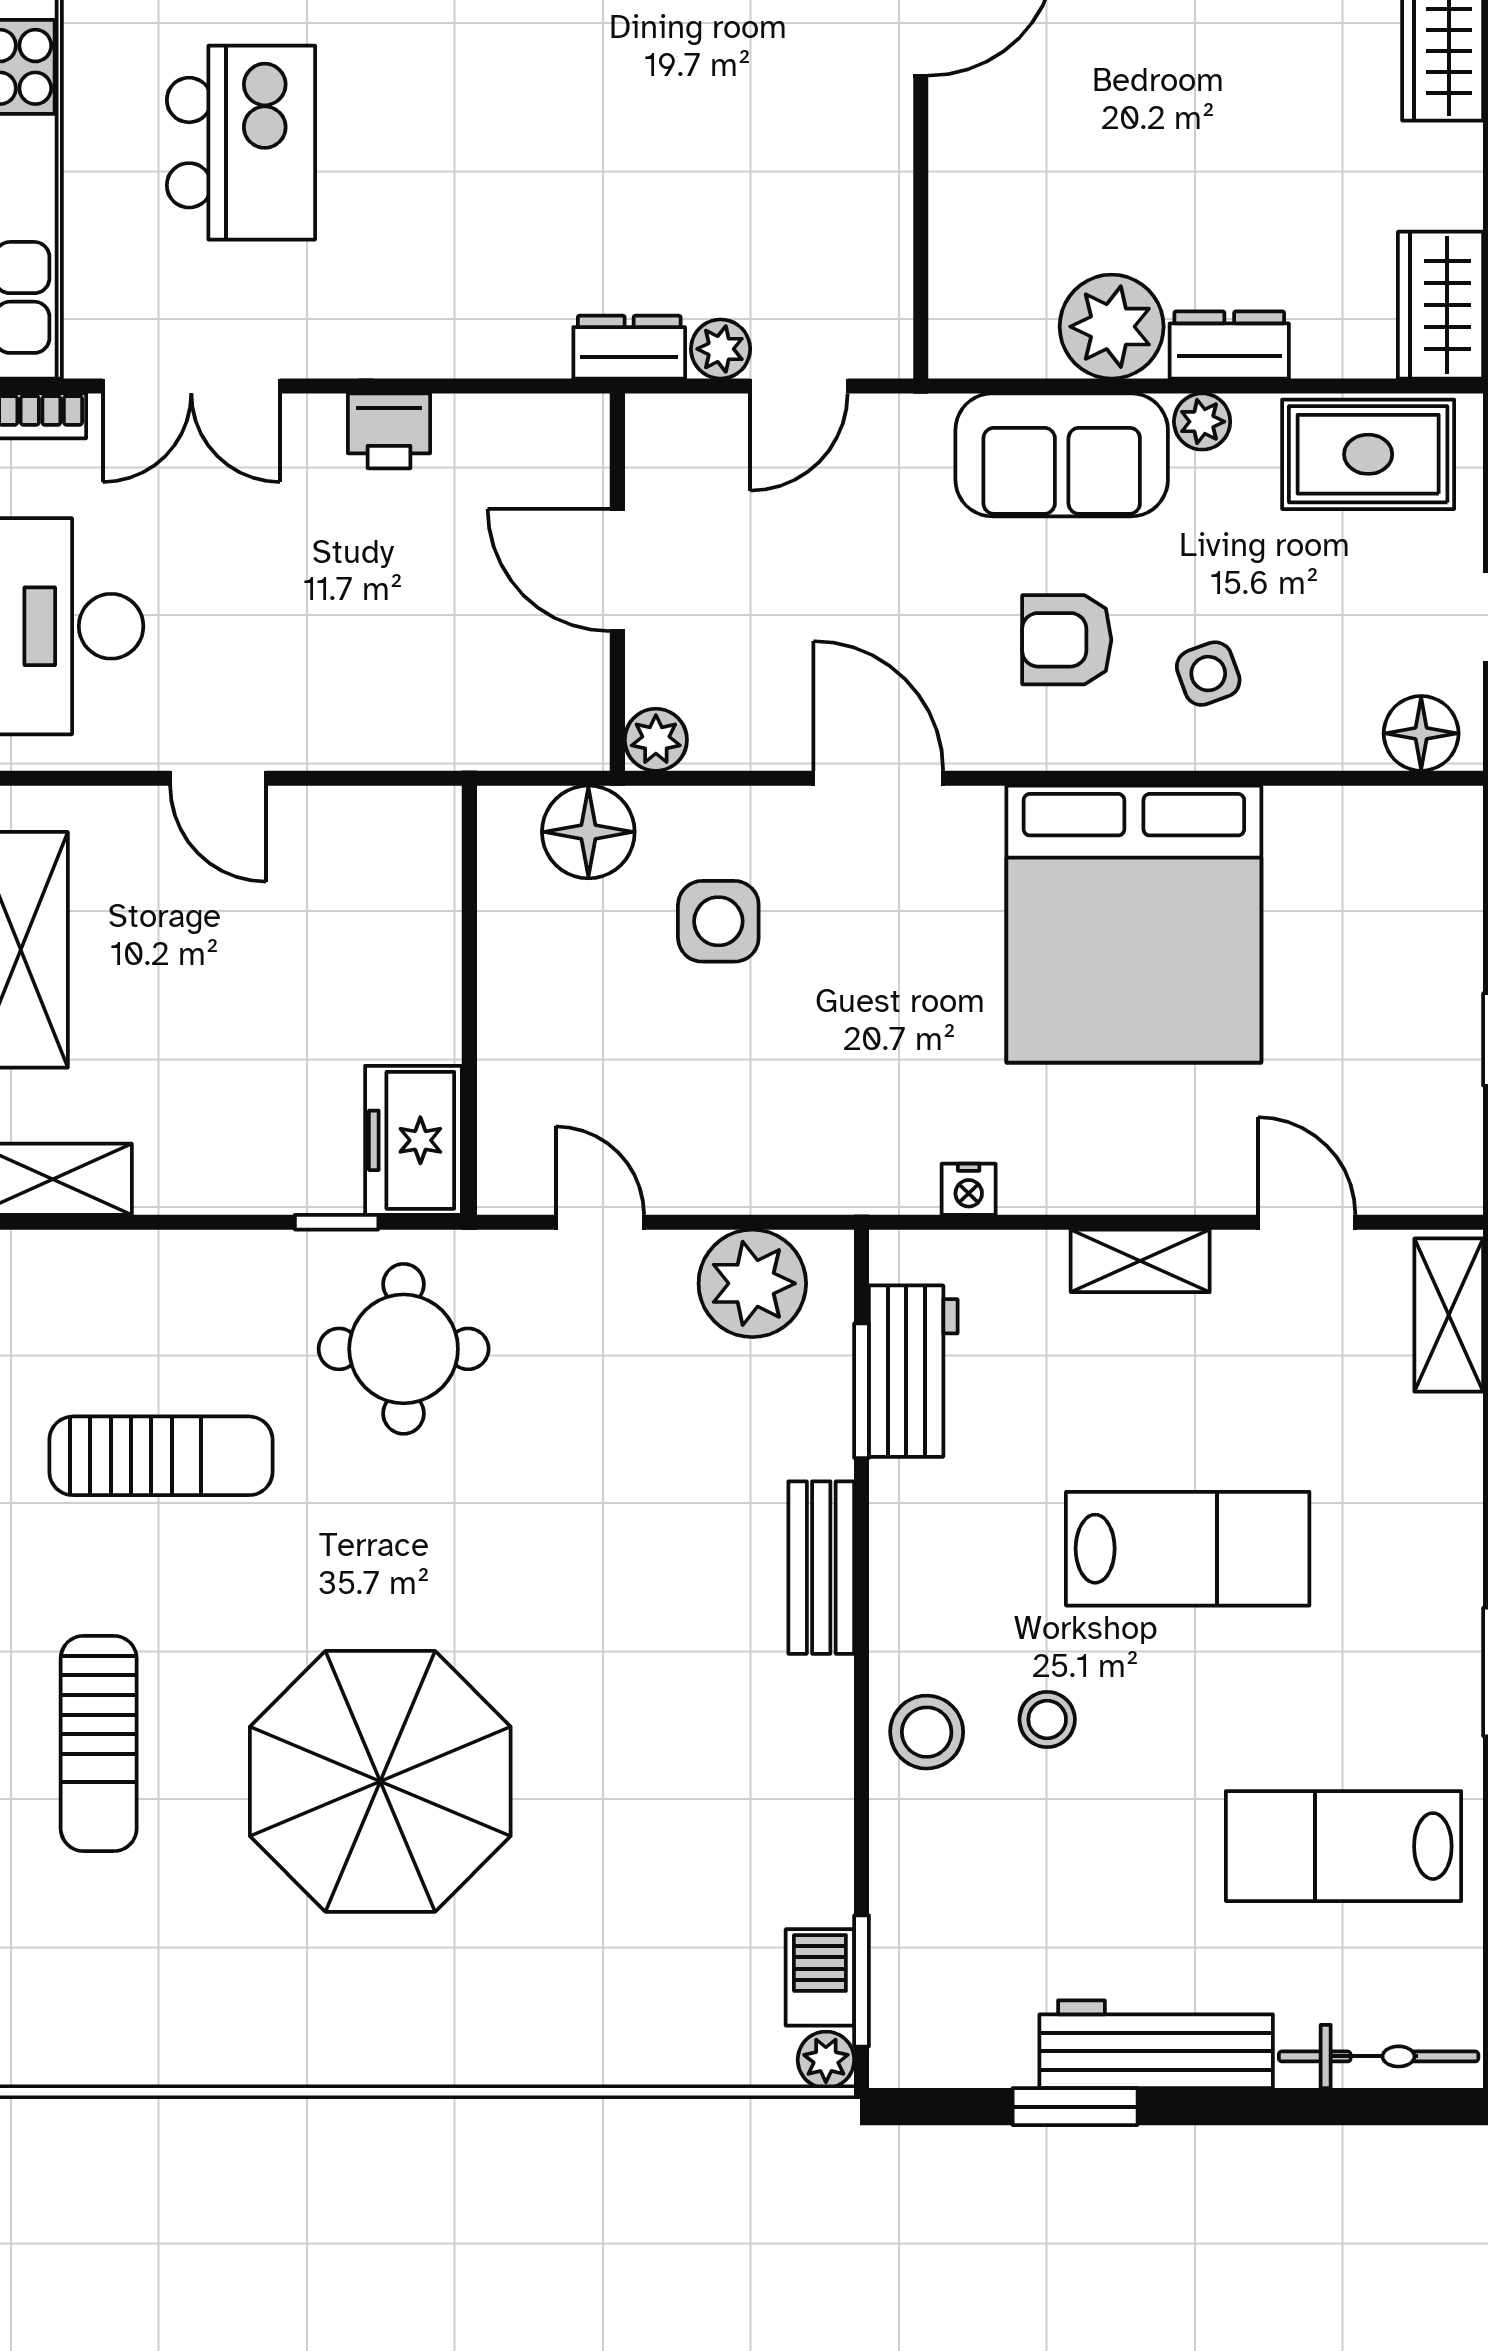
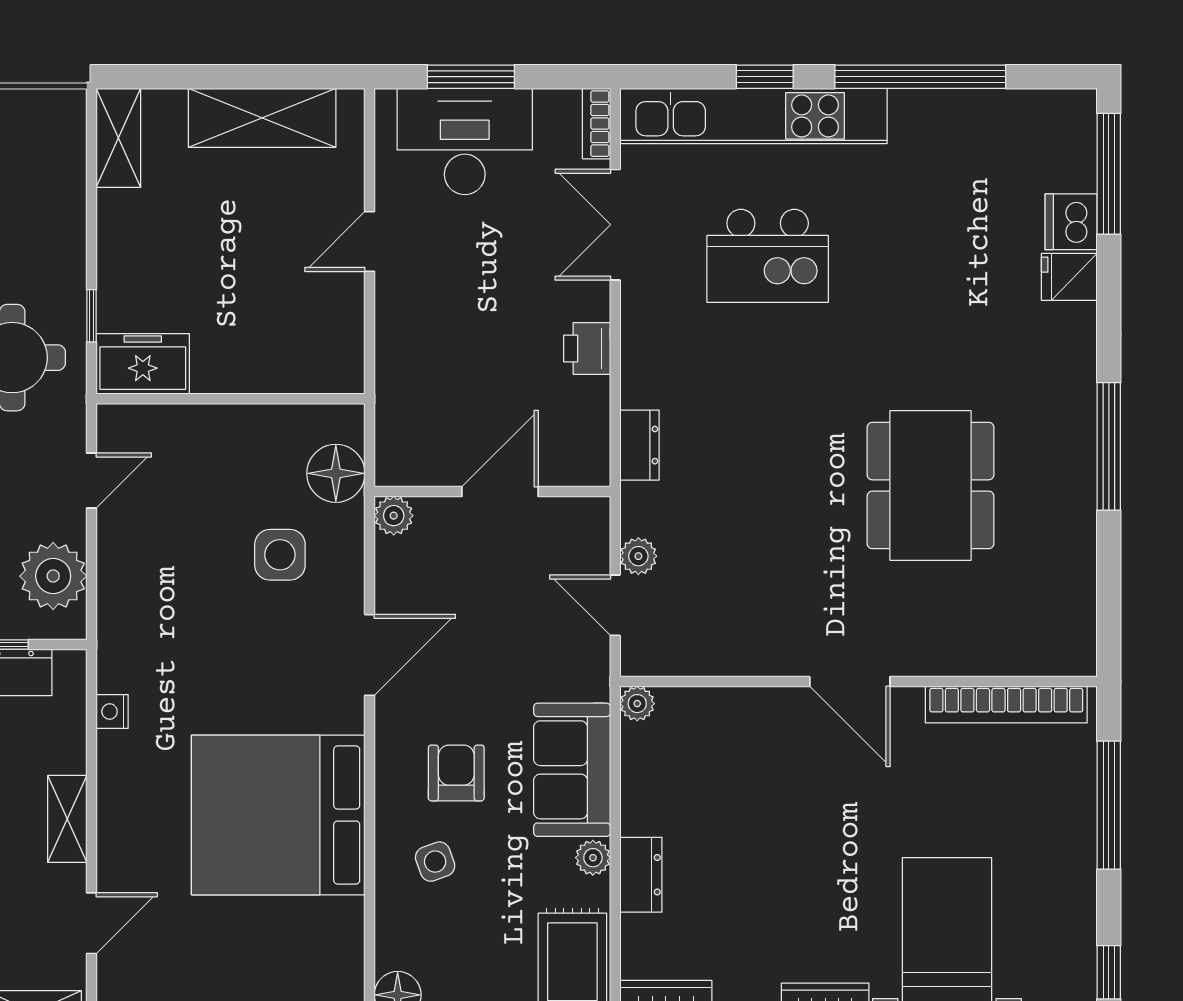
plant: (1112, 327) -> (637, 704), moved, width x0.53, depth x0.53
dresser: (629, 347) -> (640, 445), moved

